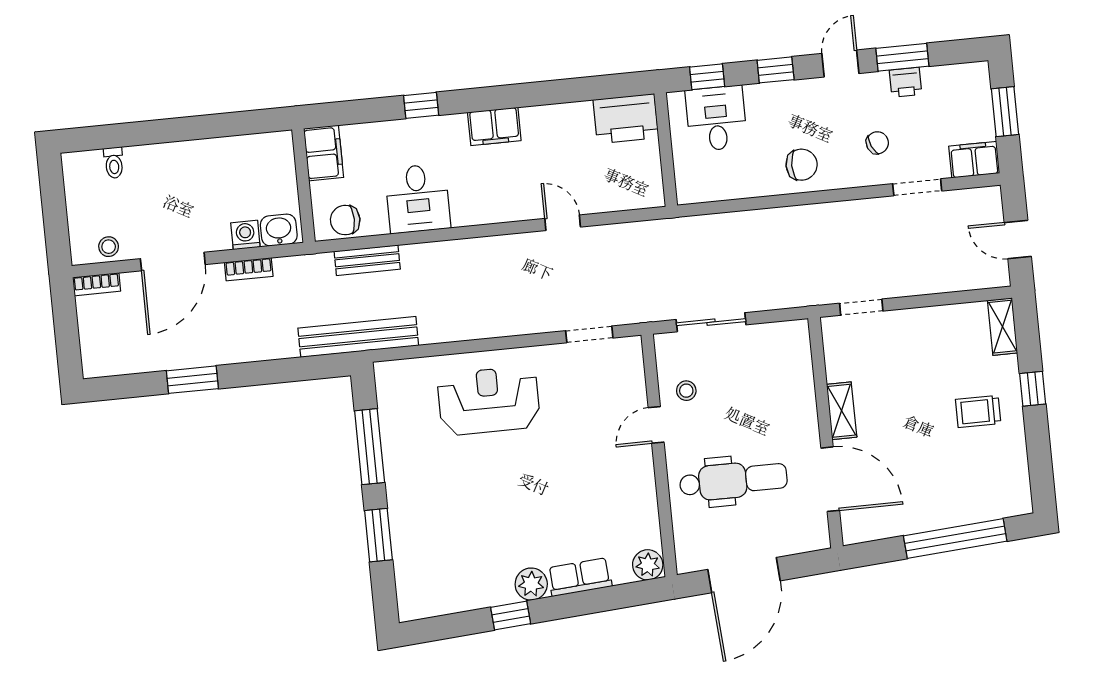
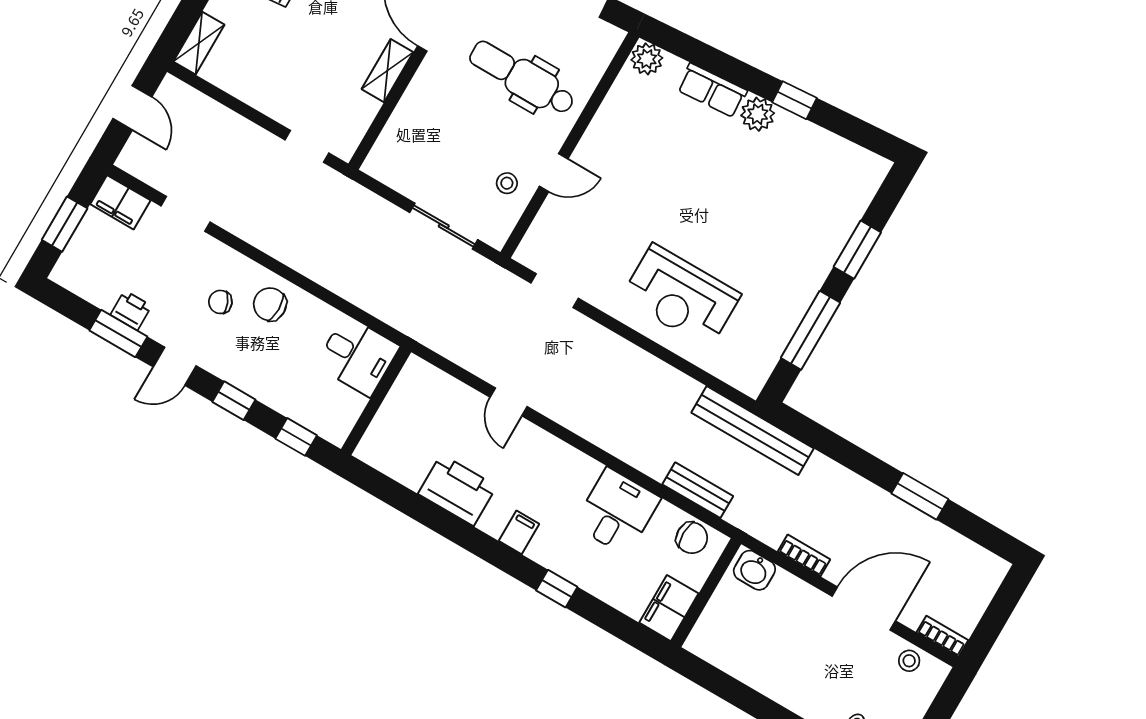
printer: (626, 119) -> (457, 490), moved
desk: (716, 119) -> (358, 356), moved, turned -90
filing cabinet: (494, 126) -> (519, 532), width x0.50
chair: (877, 143) -> (220, 302), moved
washing machine: (245, 235) -> (786, 587), removed

